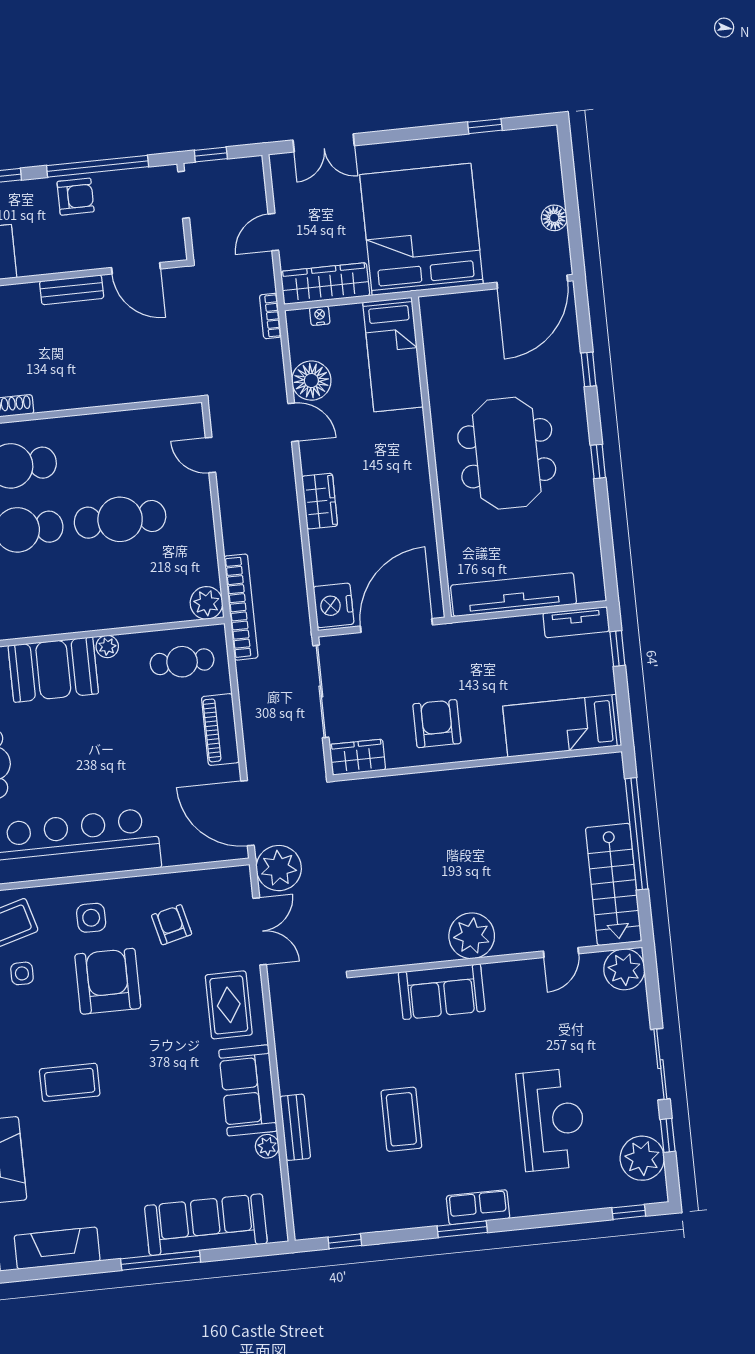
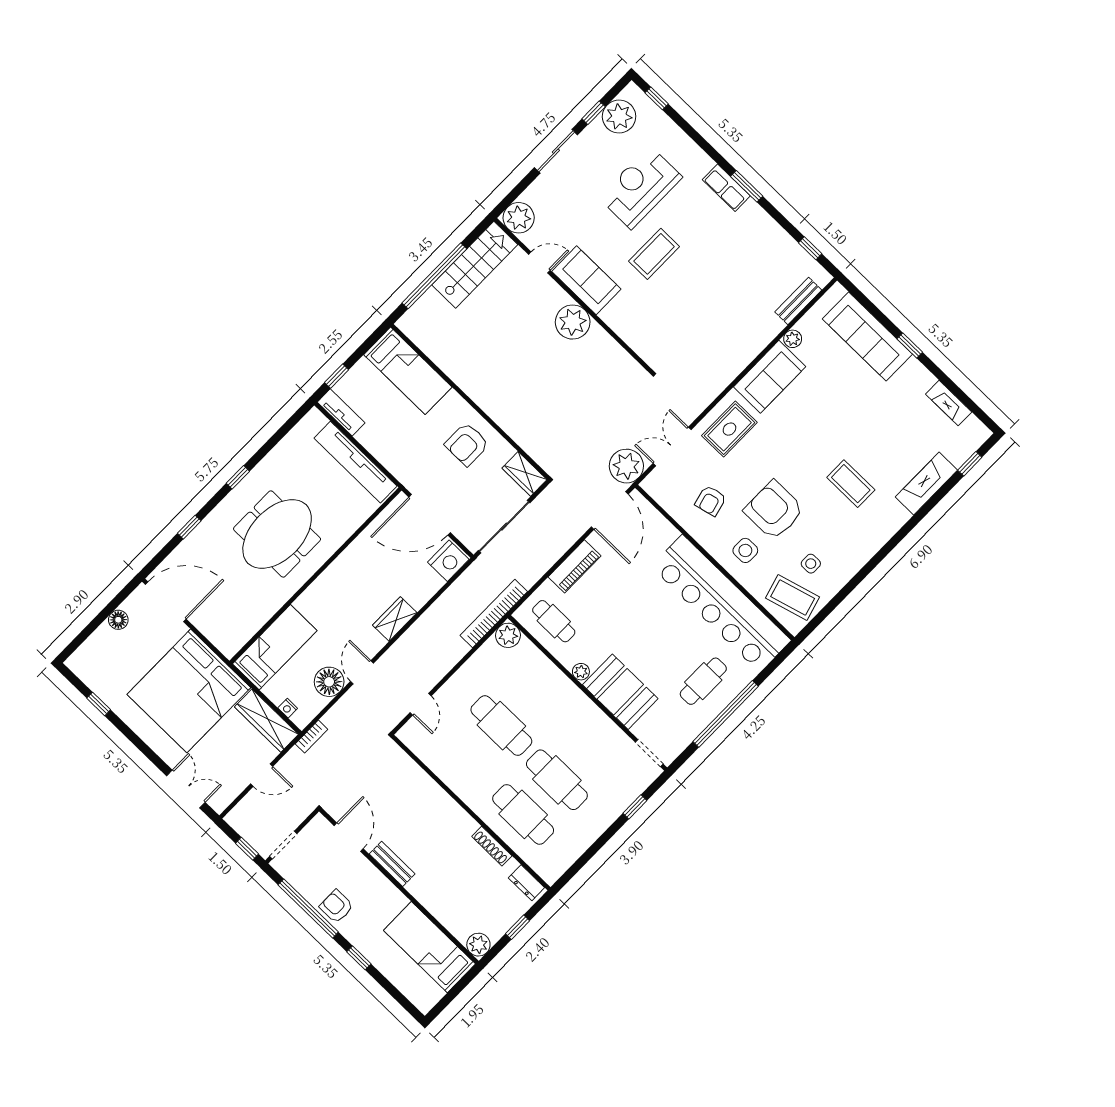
armchair: (108, 981) -> (774, 510), turned 90
sofa: (442, 992) -> (586, 280), moved
coffee table: (401, 1119) -> (654, 254), moved
bench: (295, 1127) -> (798, 301), moved
fireplace: (57, 1248) -> (949, 403), width x0.73, depth x0.76
window: (161, 1260) -> (910, 345), width x0.46

